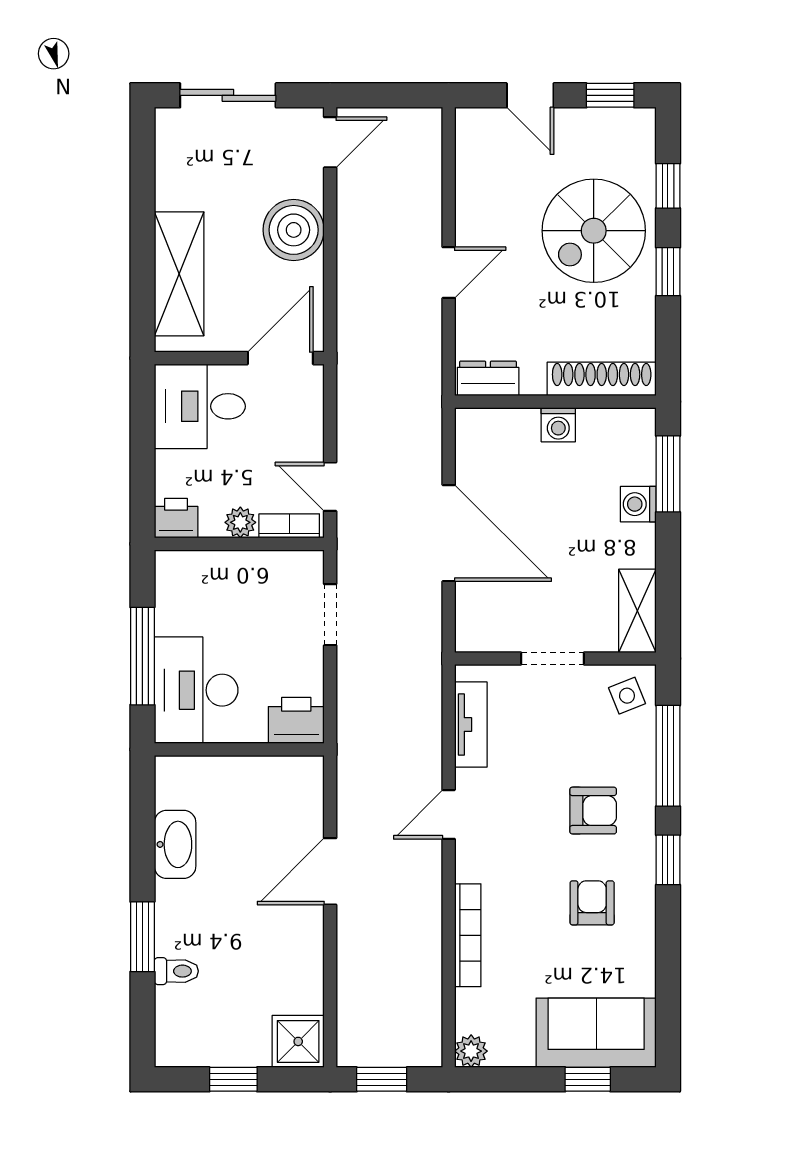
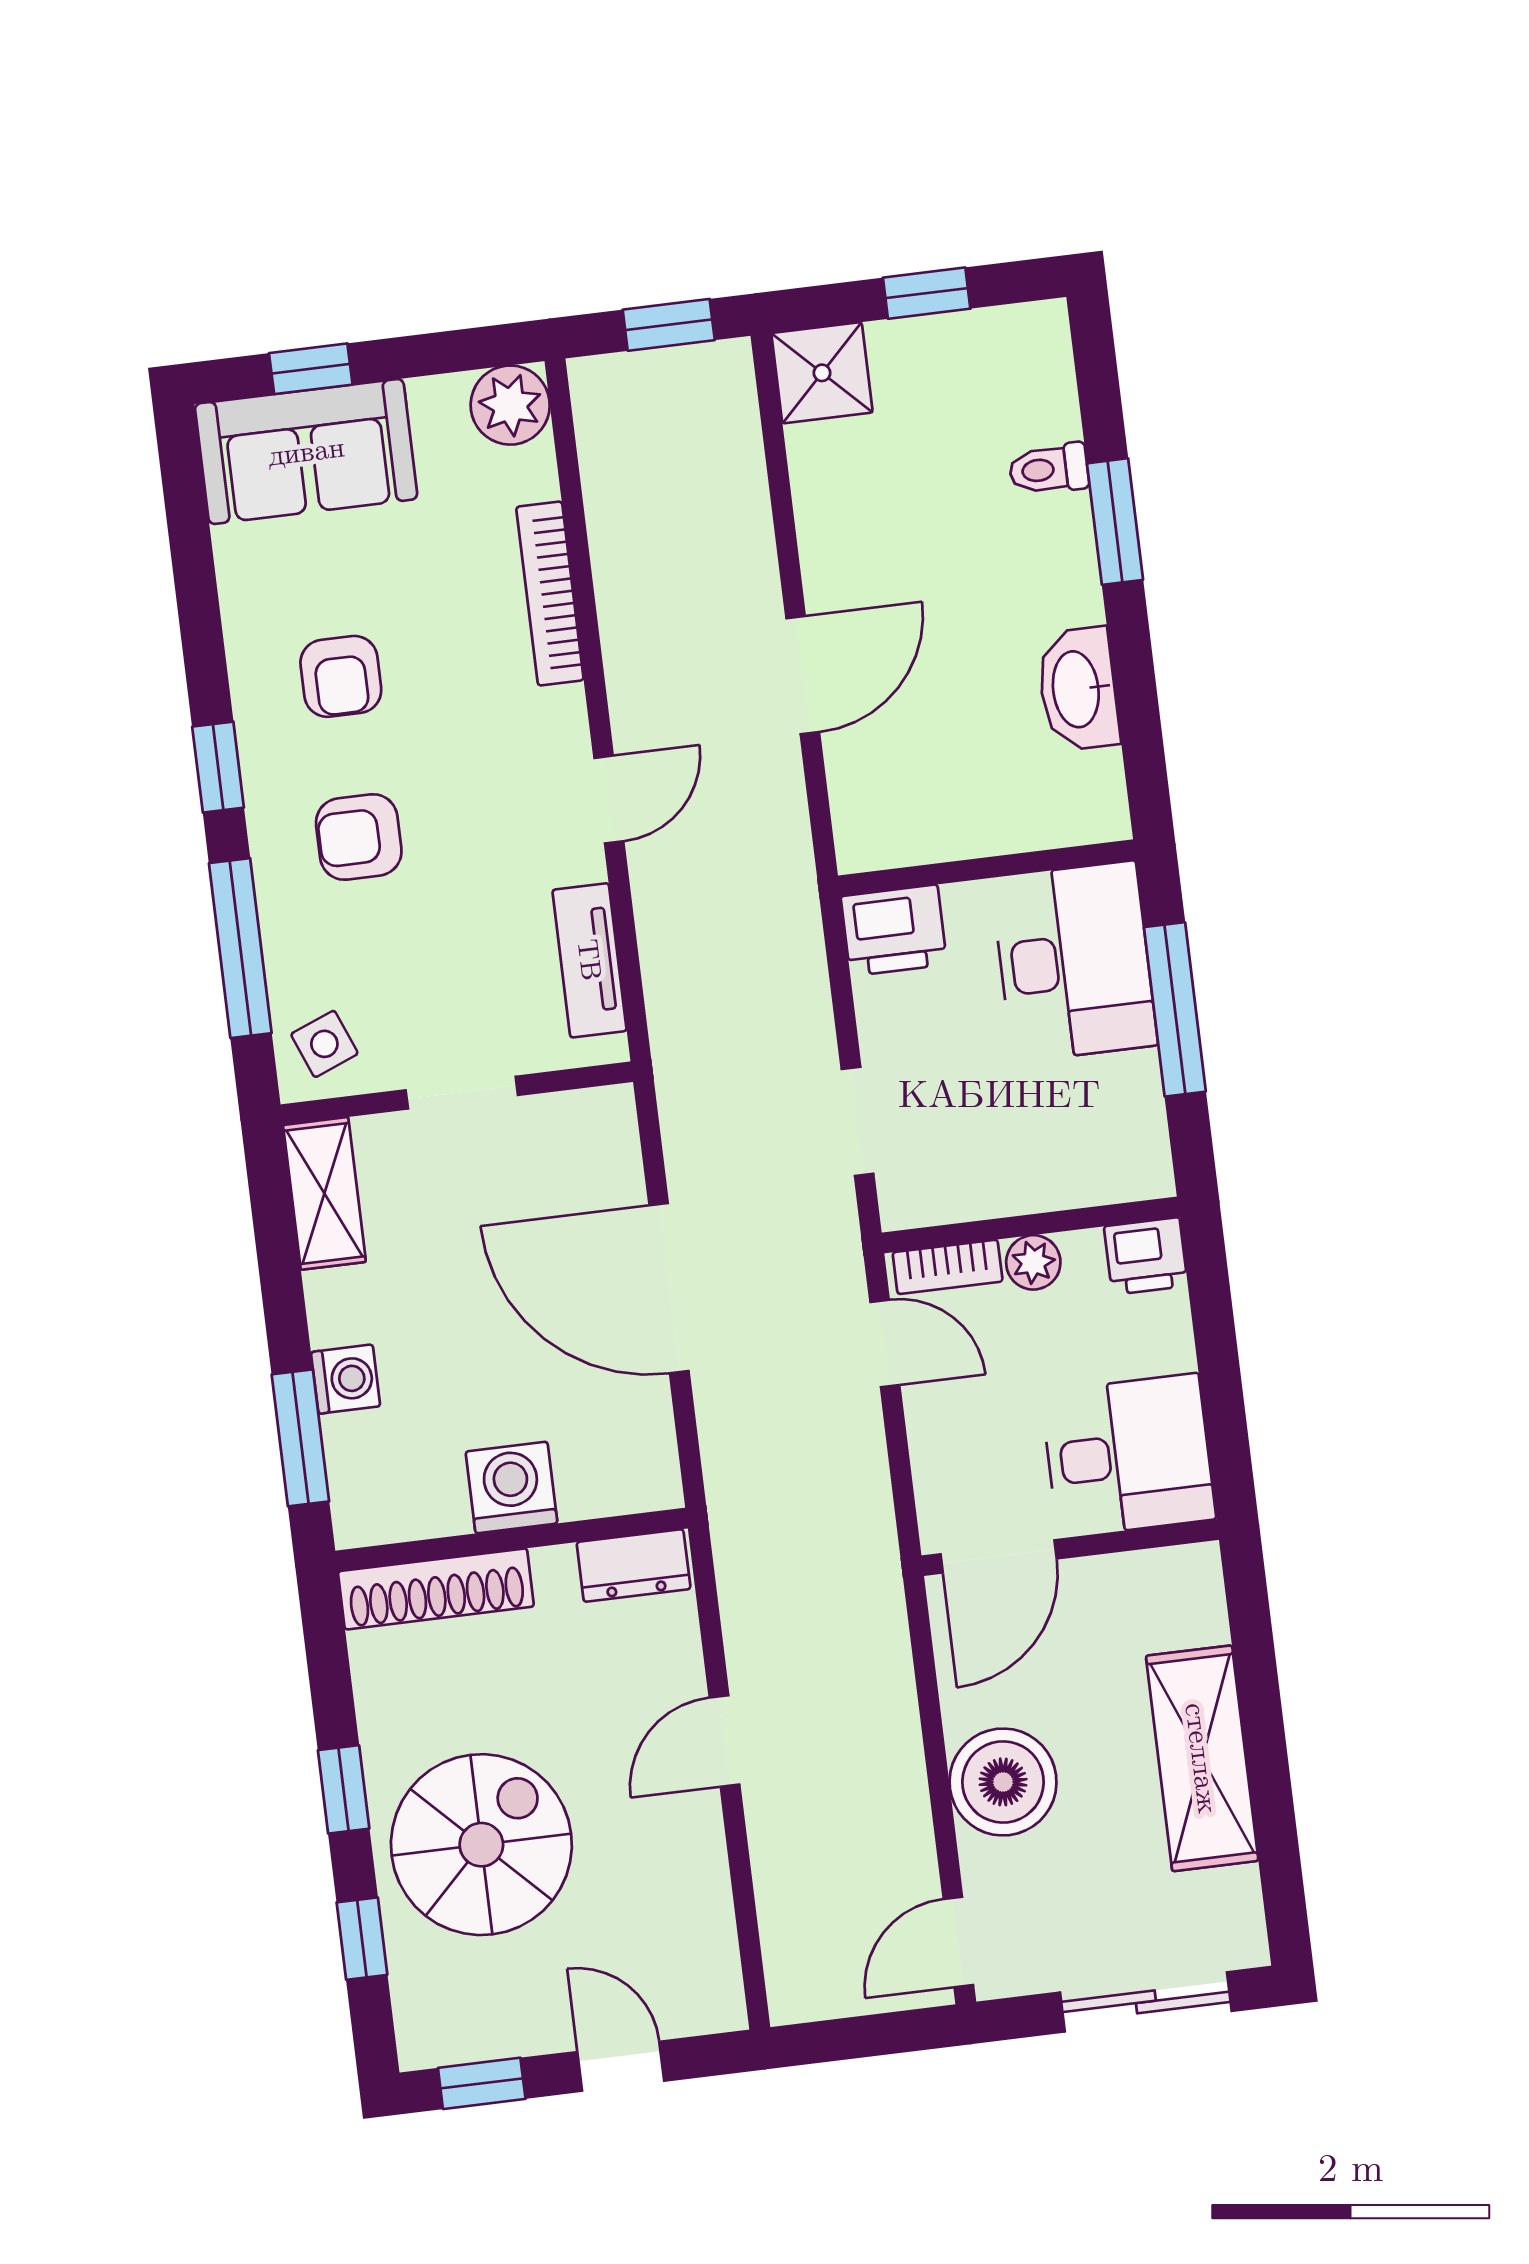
shelving: (179, 274) -> (1202, 1758), moved
washing machine: (558, 425) -> (511, 1487), width x1.38, depth x1.38
plant: (471, 1051) -> (510, 405), width x1.38, depth x1.38

